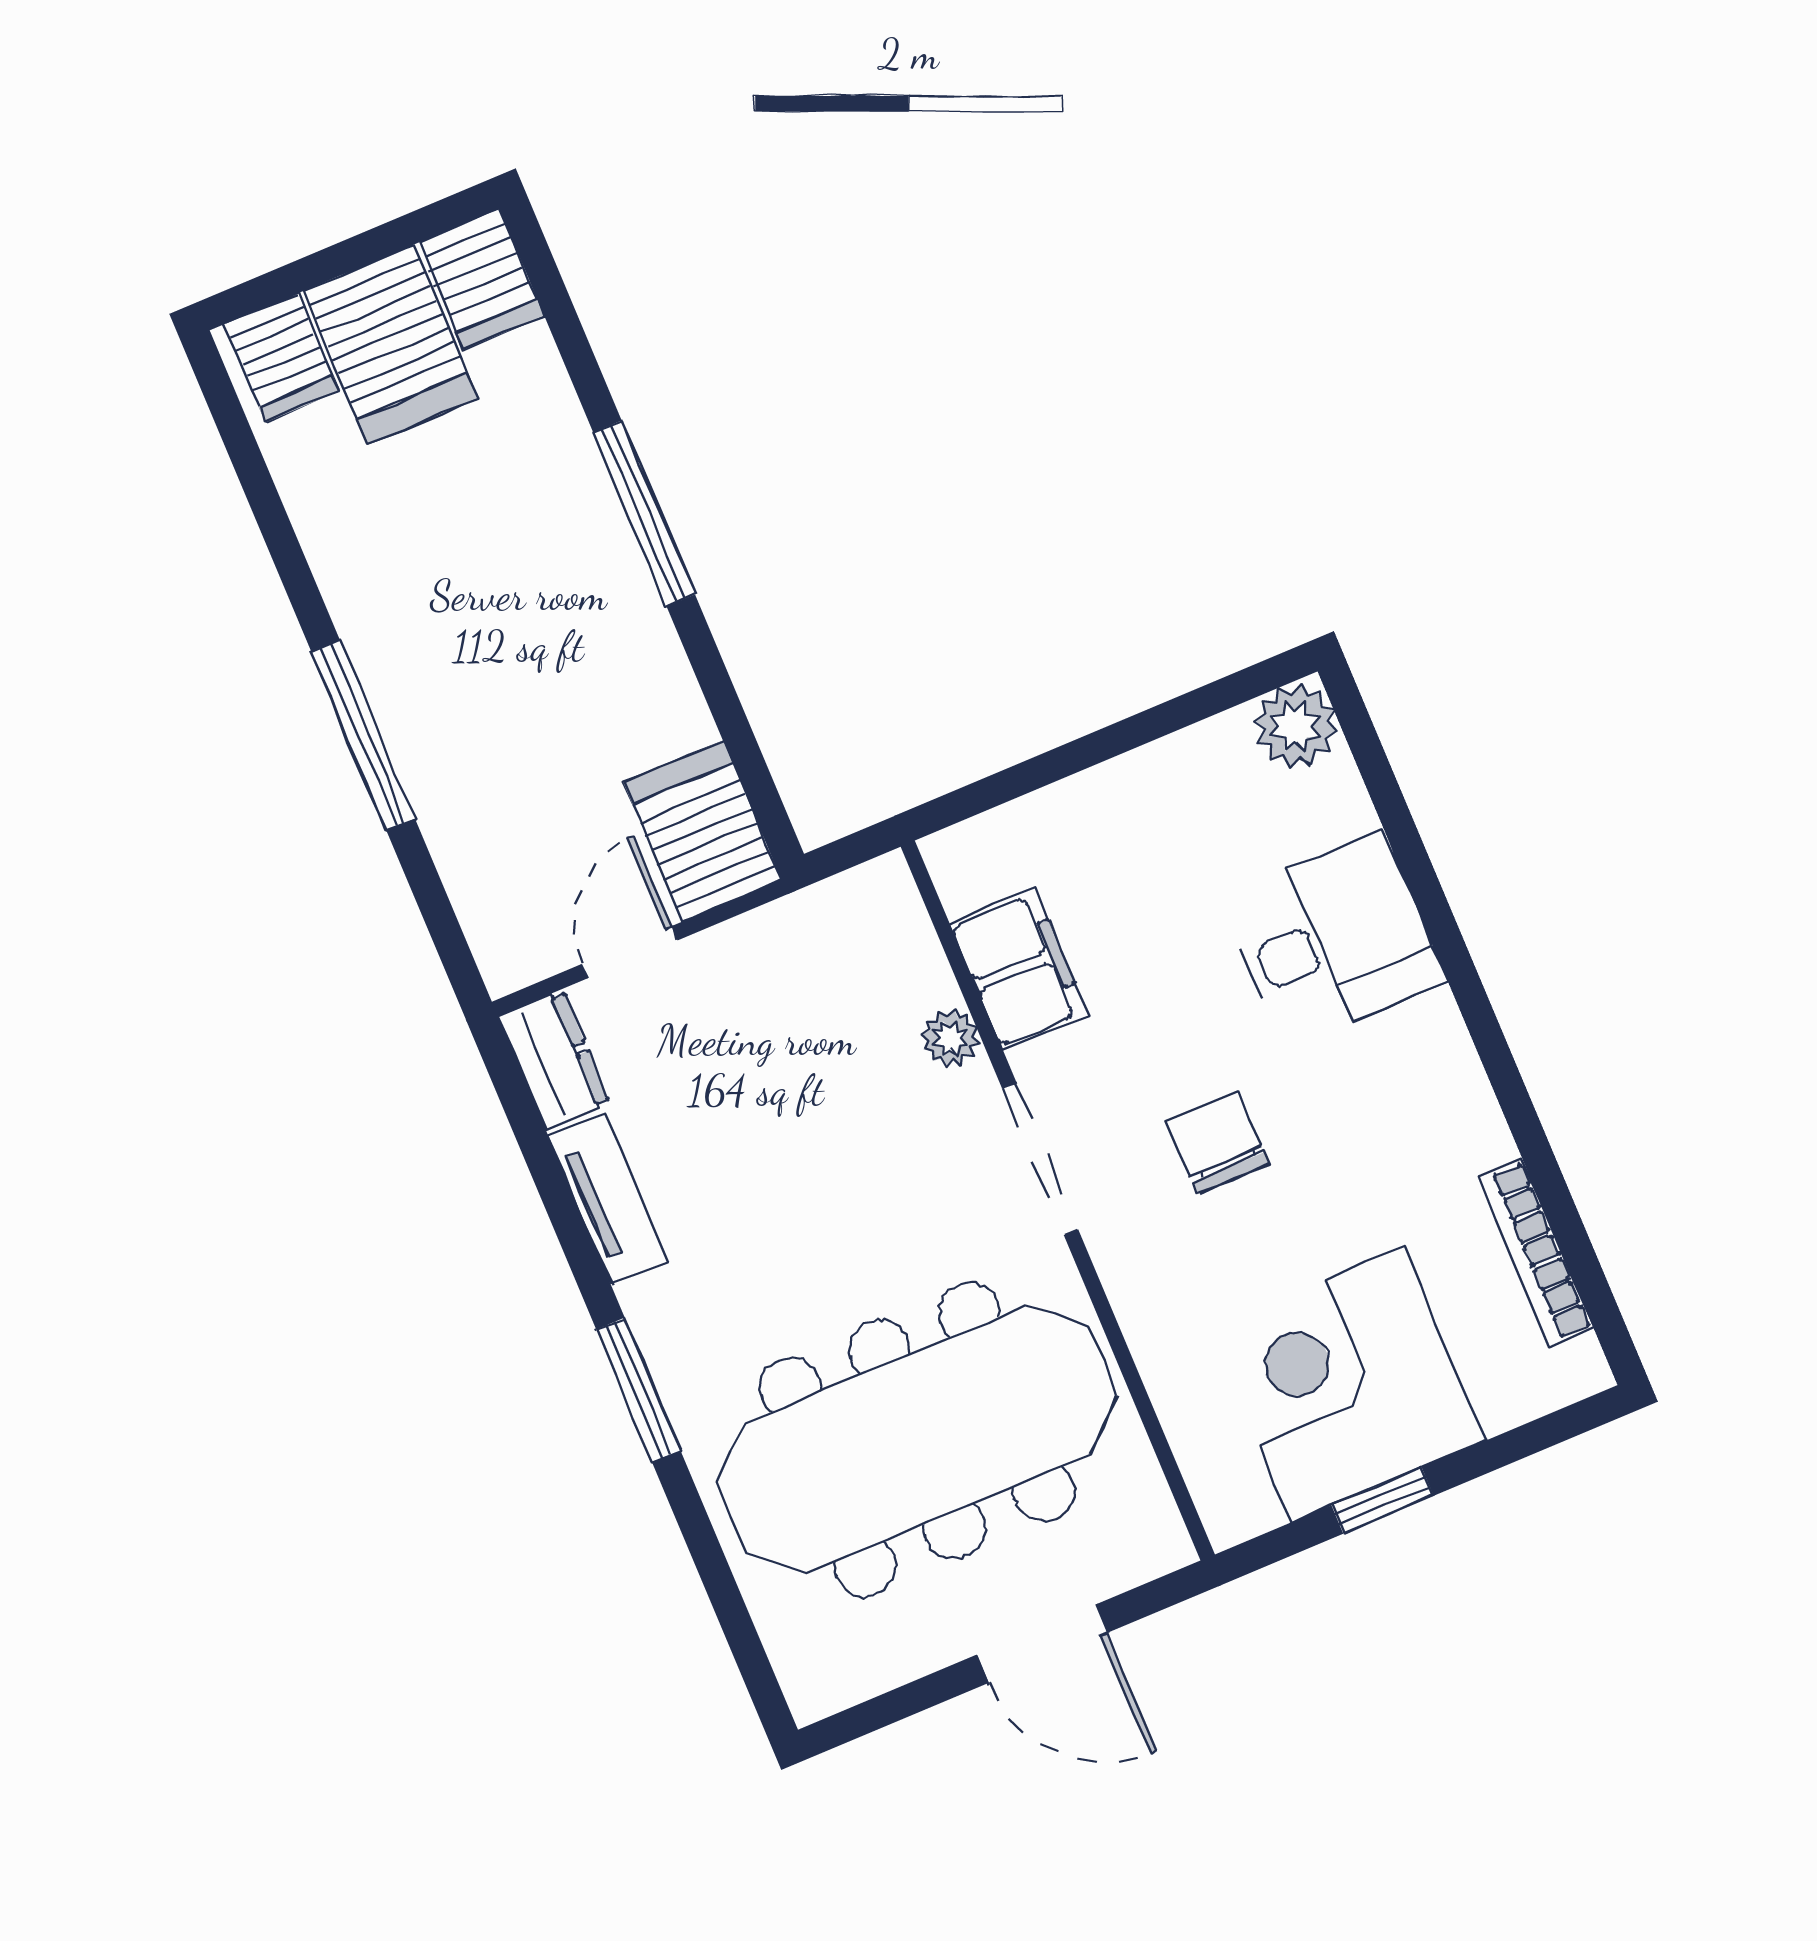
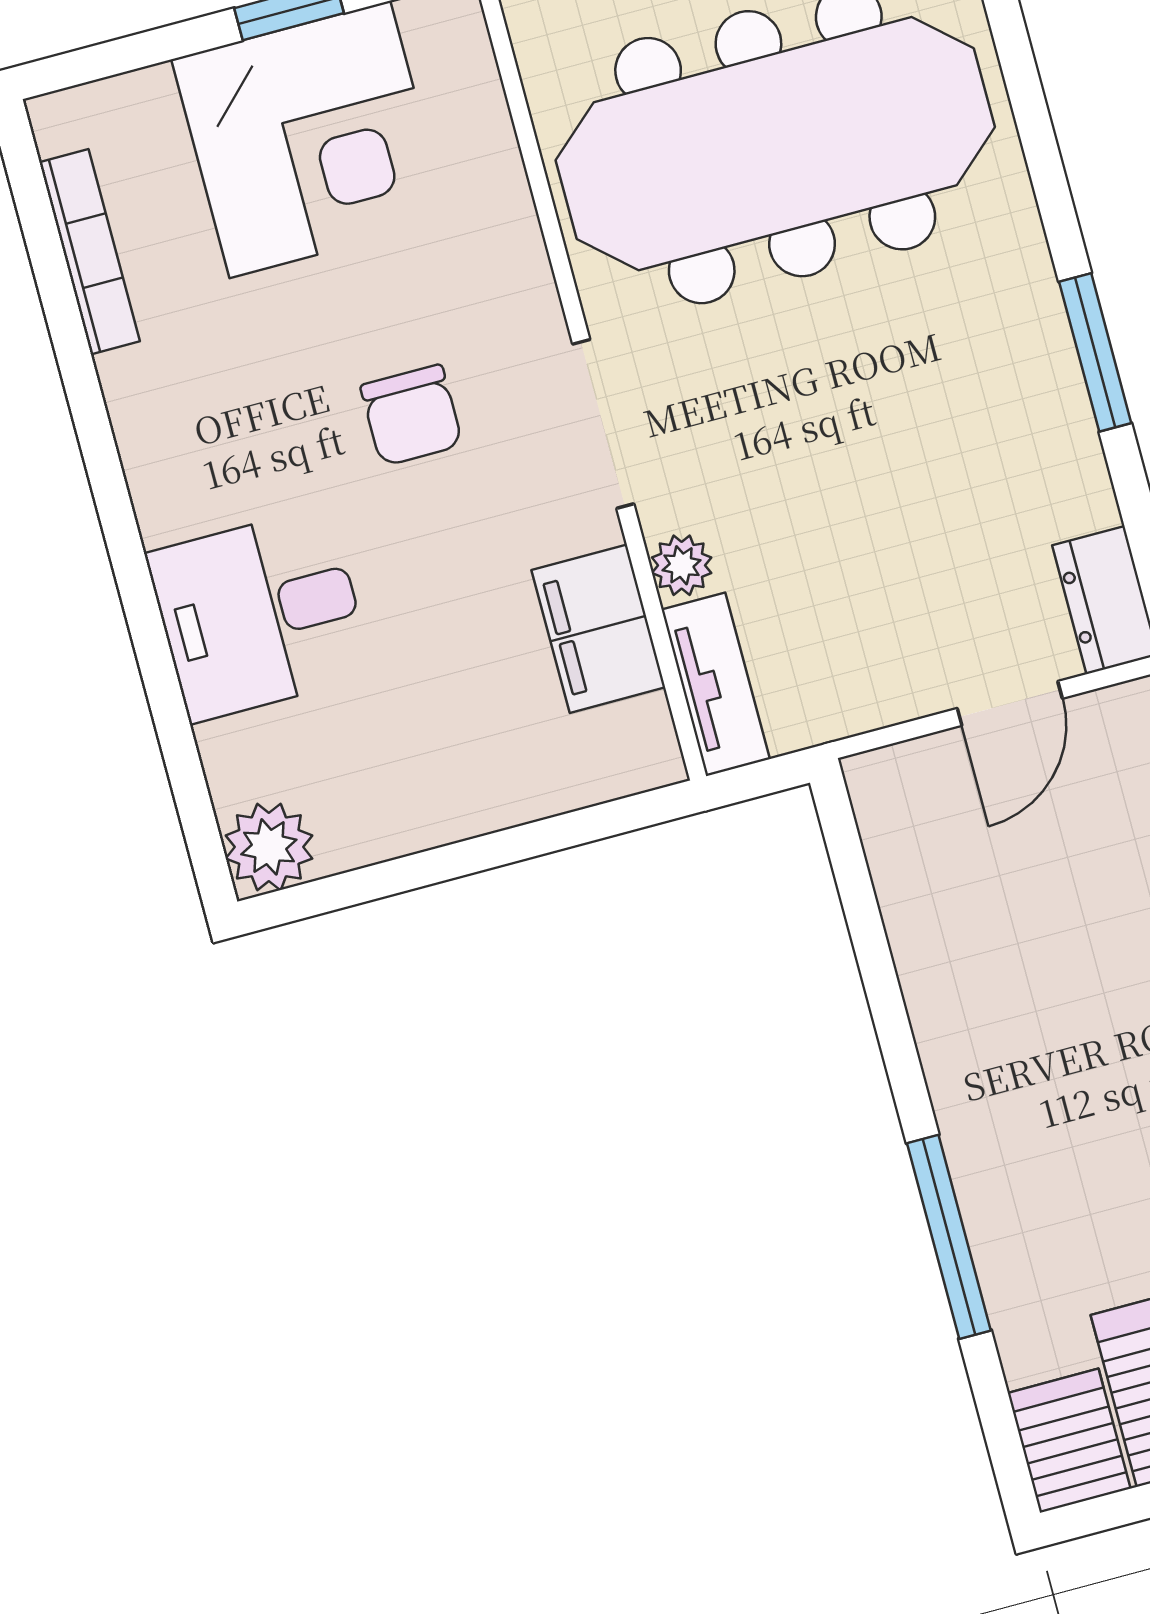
window: (644, 514) -> (949, 1237), moved
server rack: (703, 831) -> (914, 821), removed
tv unit: (608, 1199) -> (716, 684), moved, turned 180
window: (638, 1390) -> (1095, 352), moved

